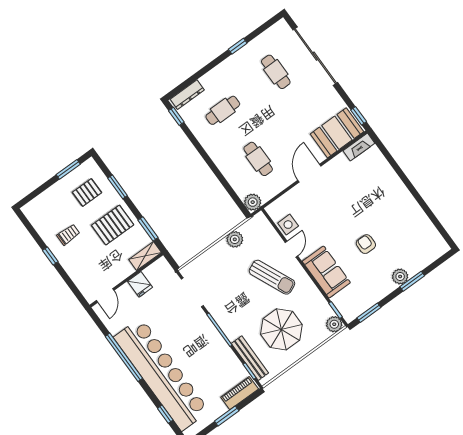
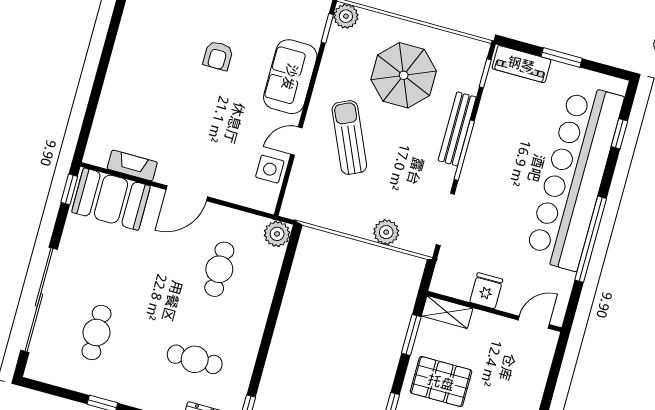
fireplace: (359, 147) -> (132, 165), moved
plant: (235, 239) -> (386, 232), moved
bench: (250, 358) -> (457, 129), moved

